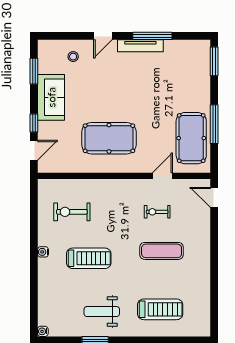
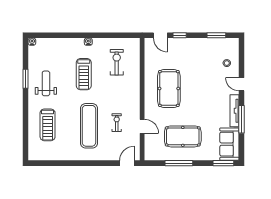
sofa: (51, 97) -> (229, 144), moved, turned 90
pool table: (191, 138) -> (183, 136), moved
exercise mat: (162, 251) -> (89, 126), width x1.36, depth x1.45

